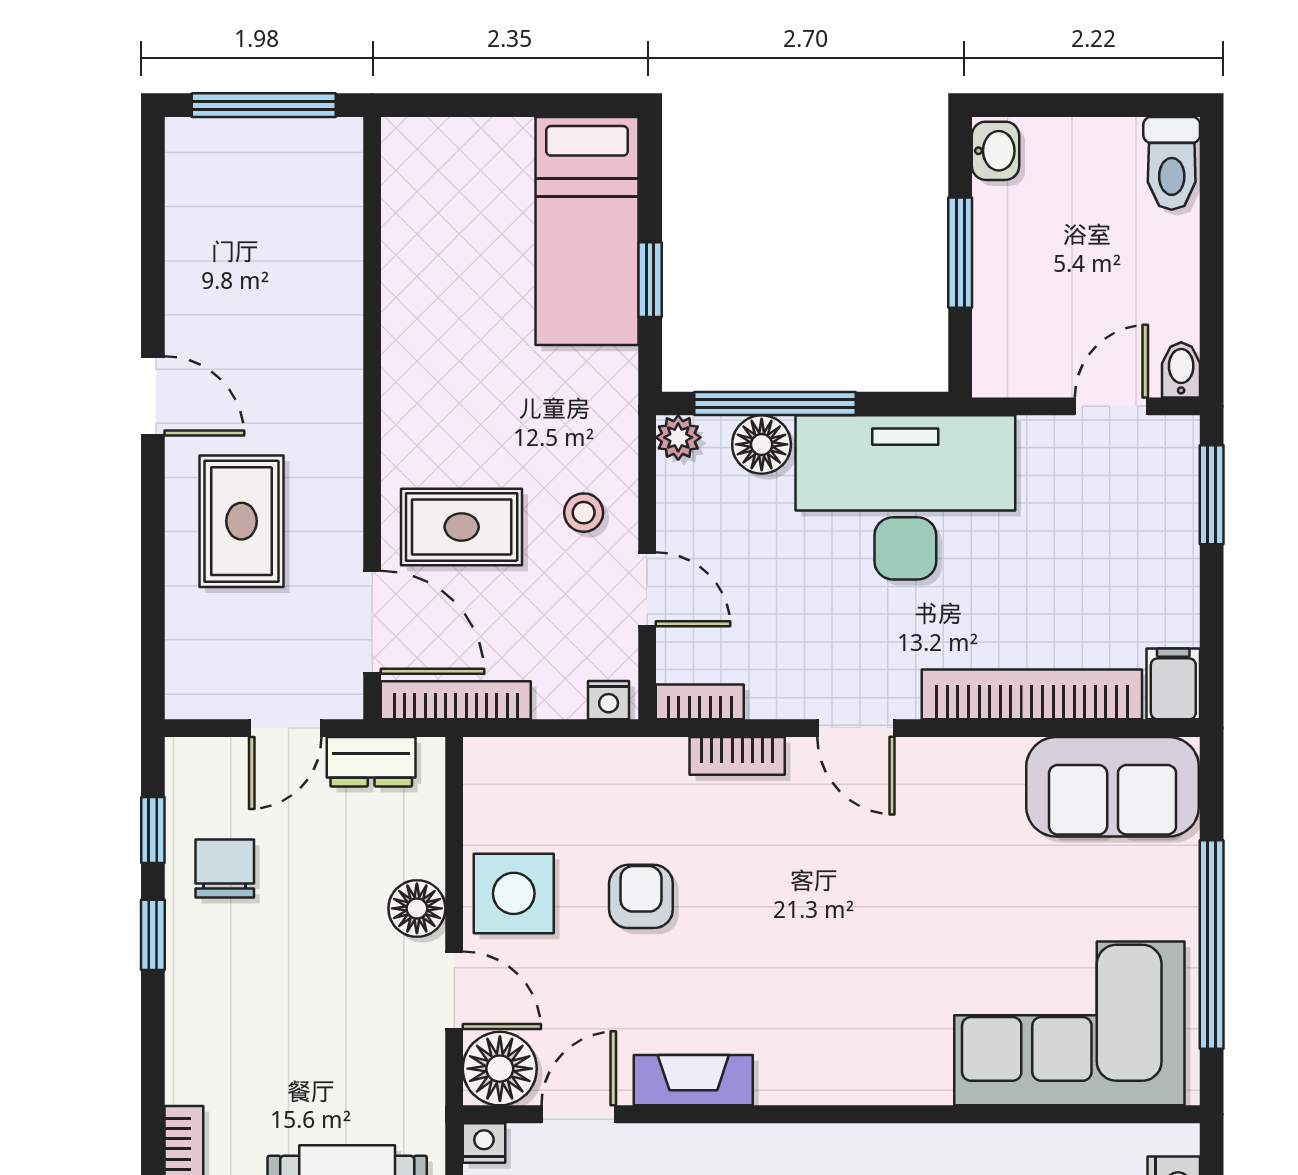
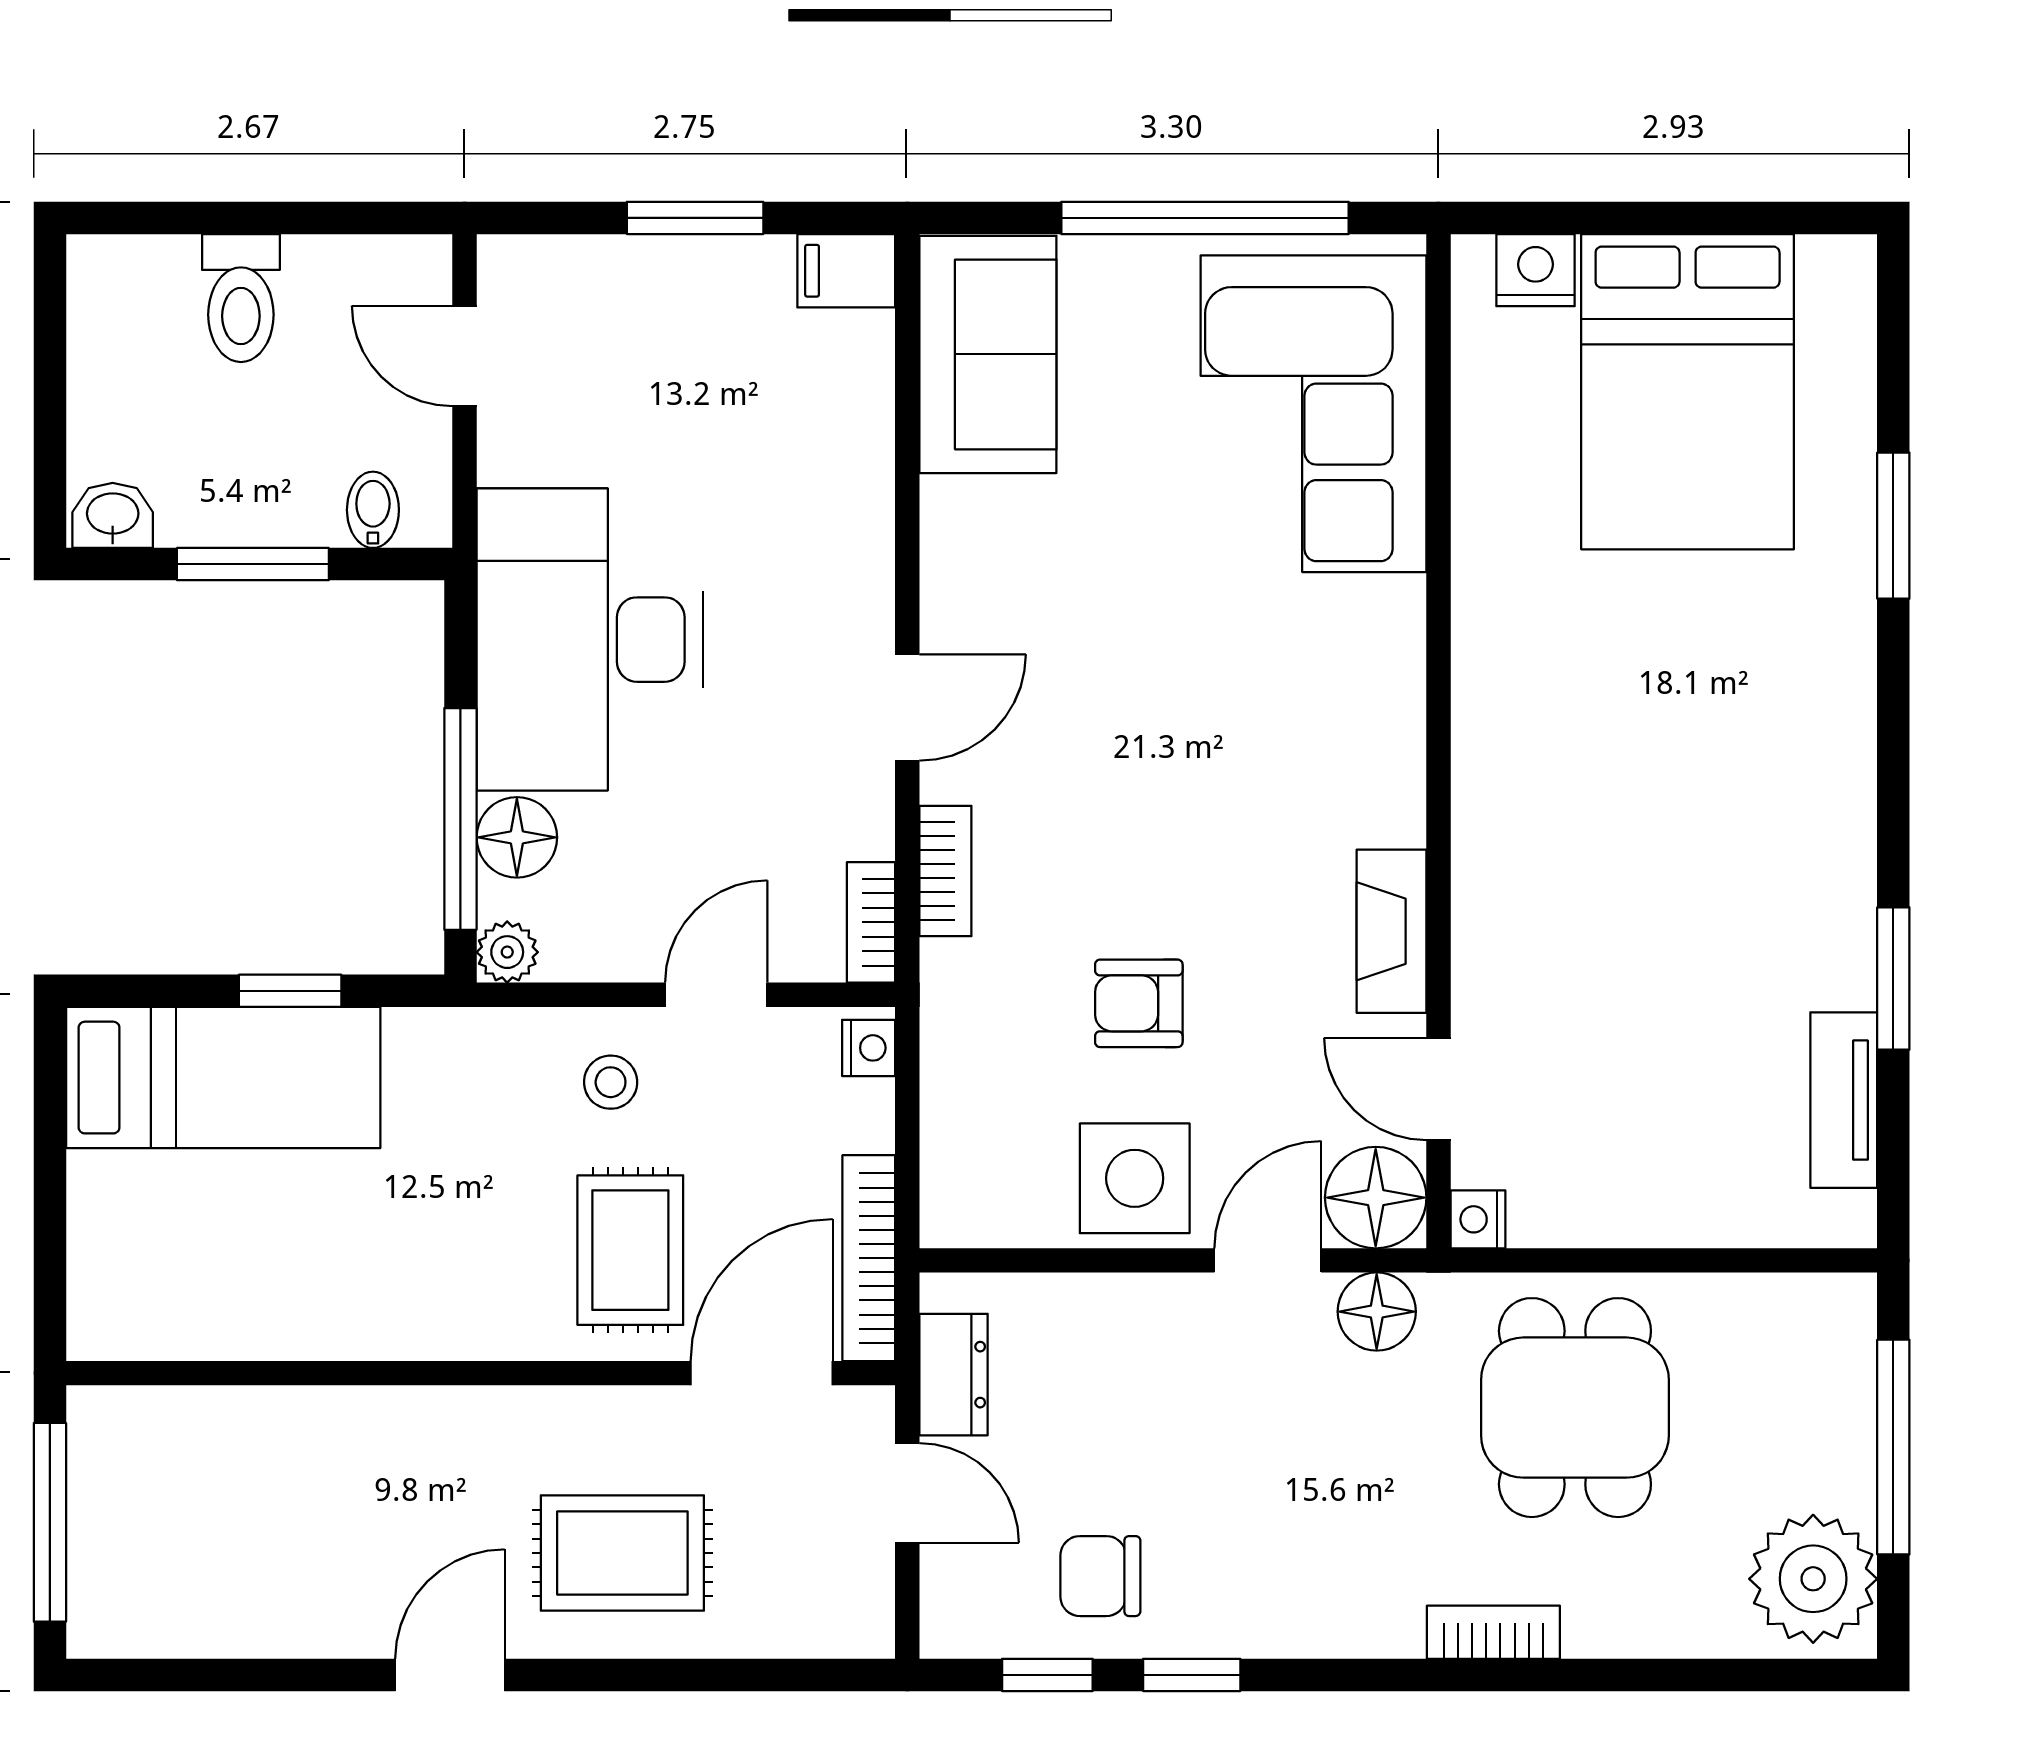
toilet: (1172, 163) -> (241, 298), moved, turned 90
bidet: (1181, 370) -> (373, 510), moved, turned 90
window: (1212, 495) -> (695, 218), moved
bookcase: (1032, 694) -> (861, 465), removed
floor lamp: (417, 908) -> (1377, 1312), moved

